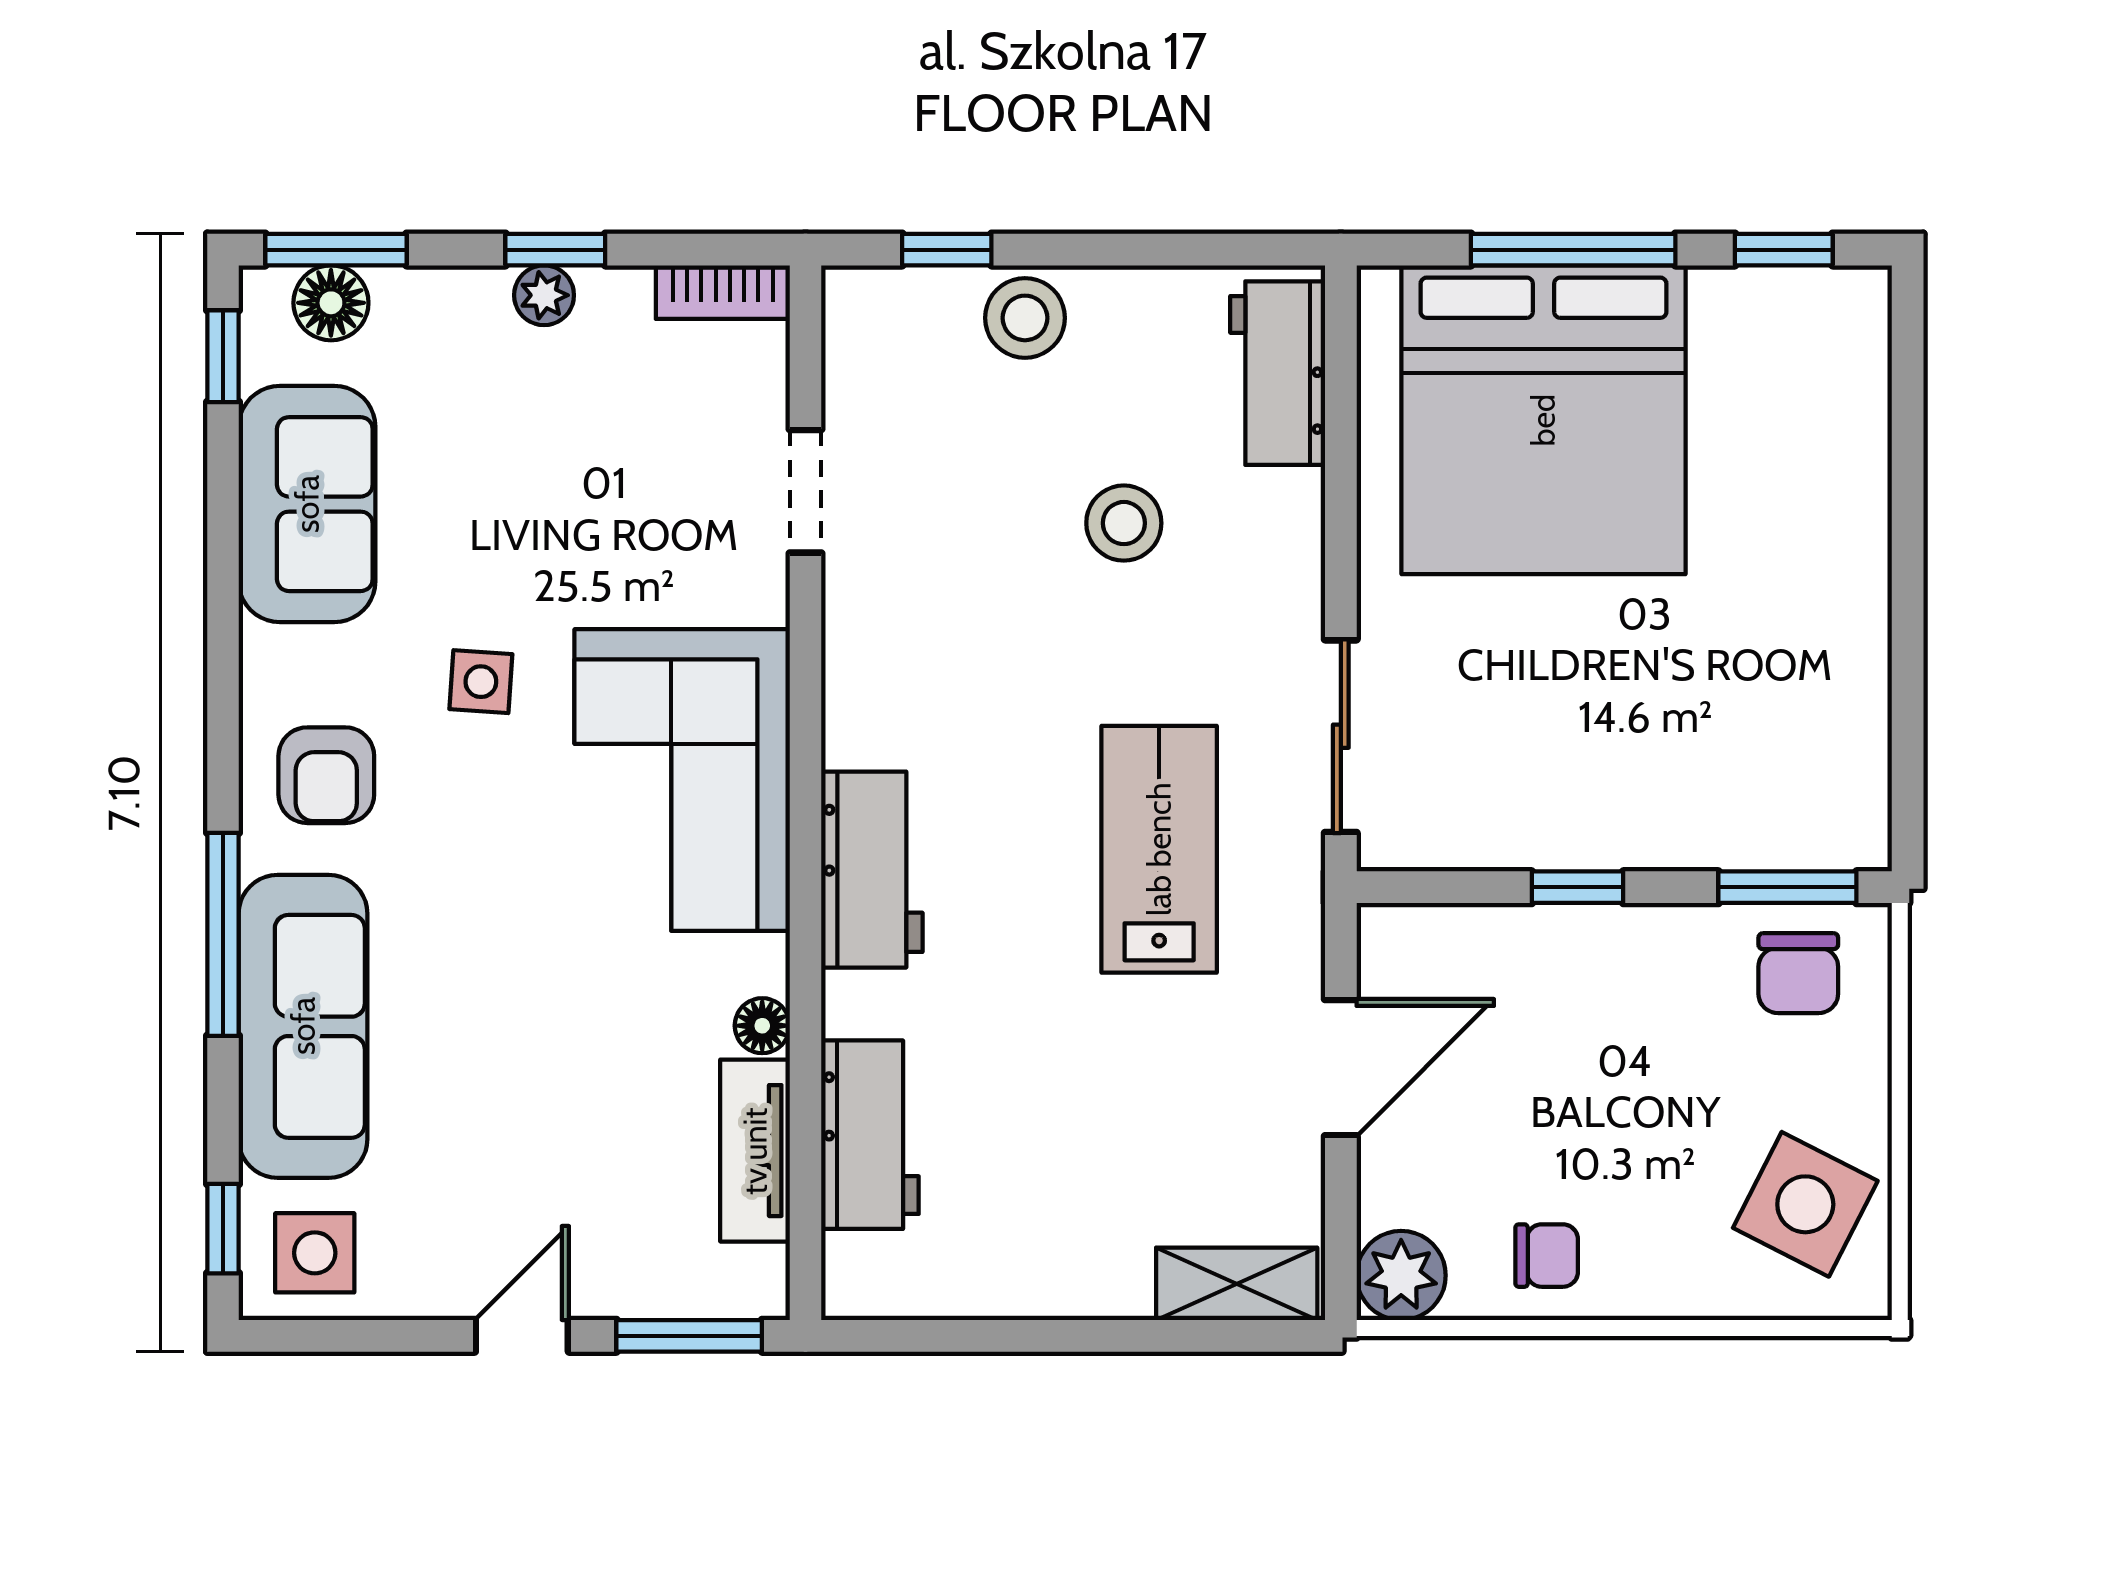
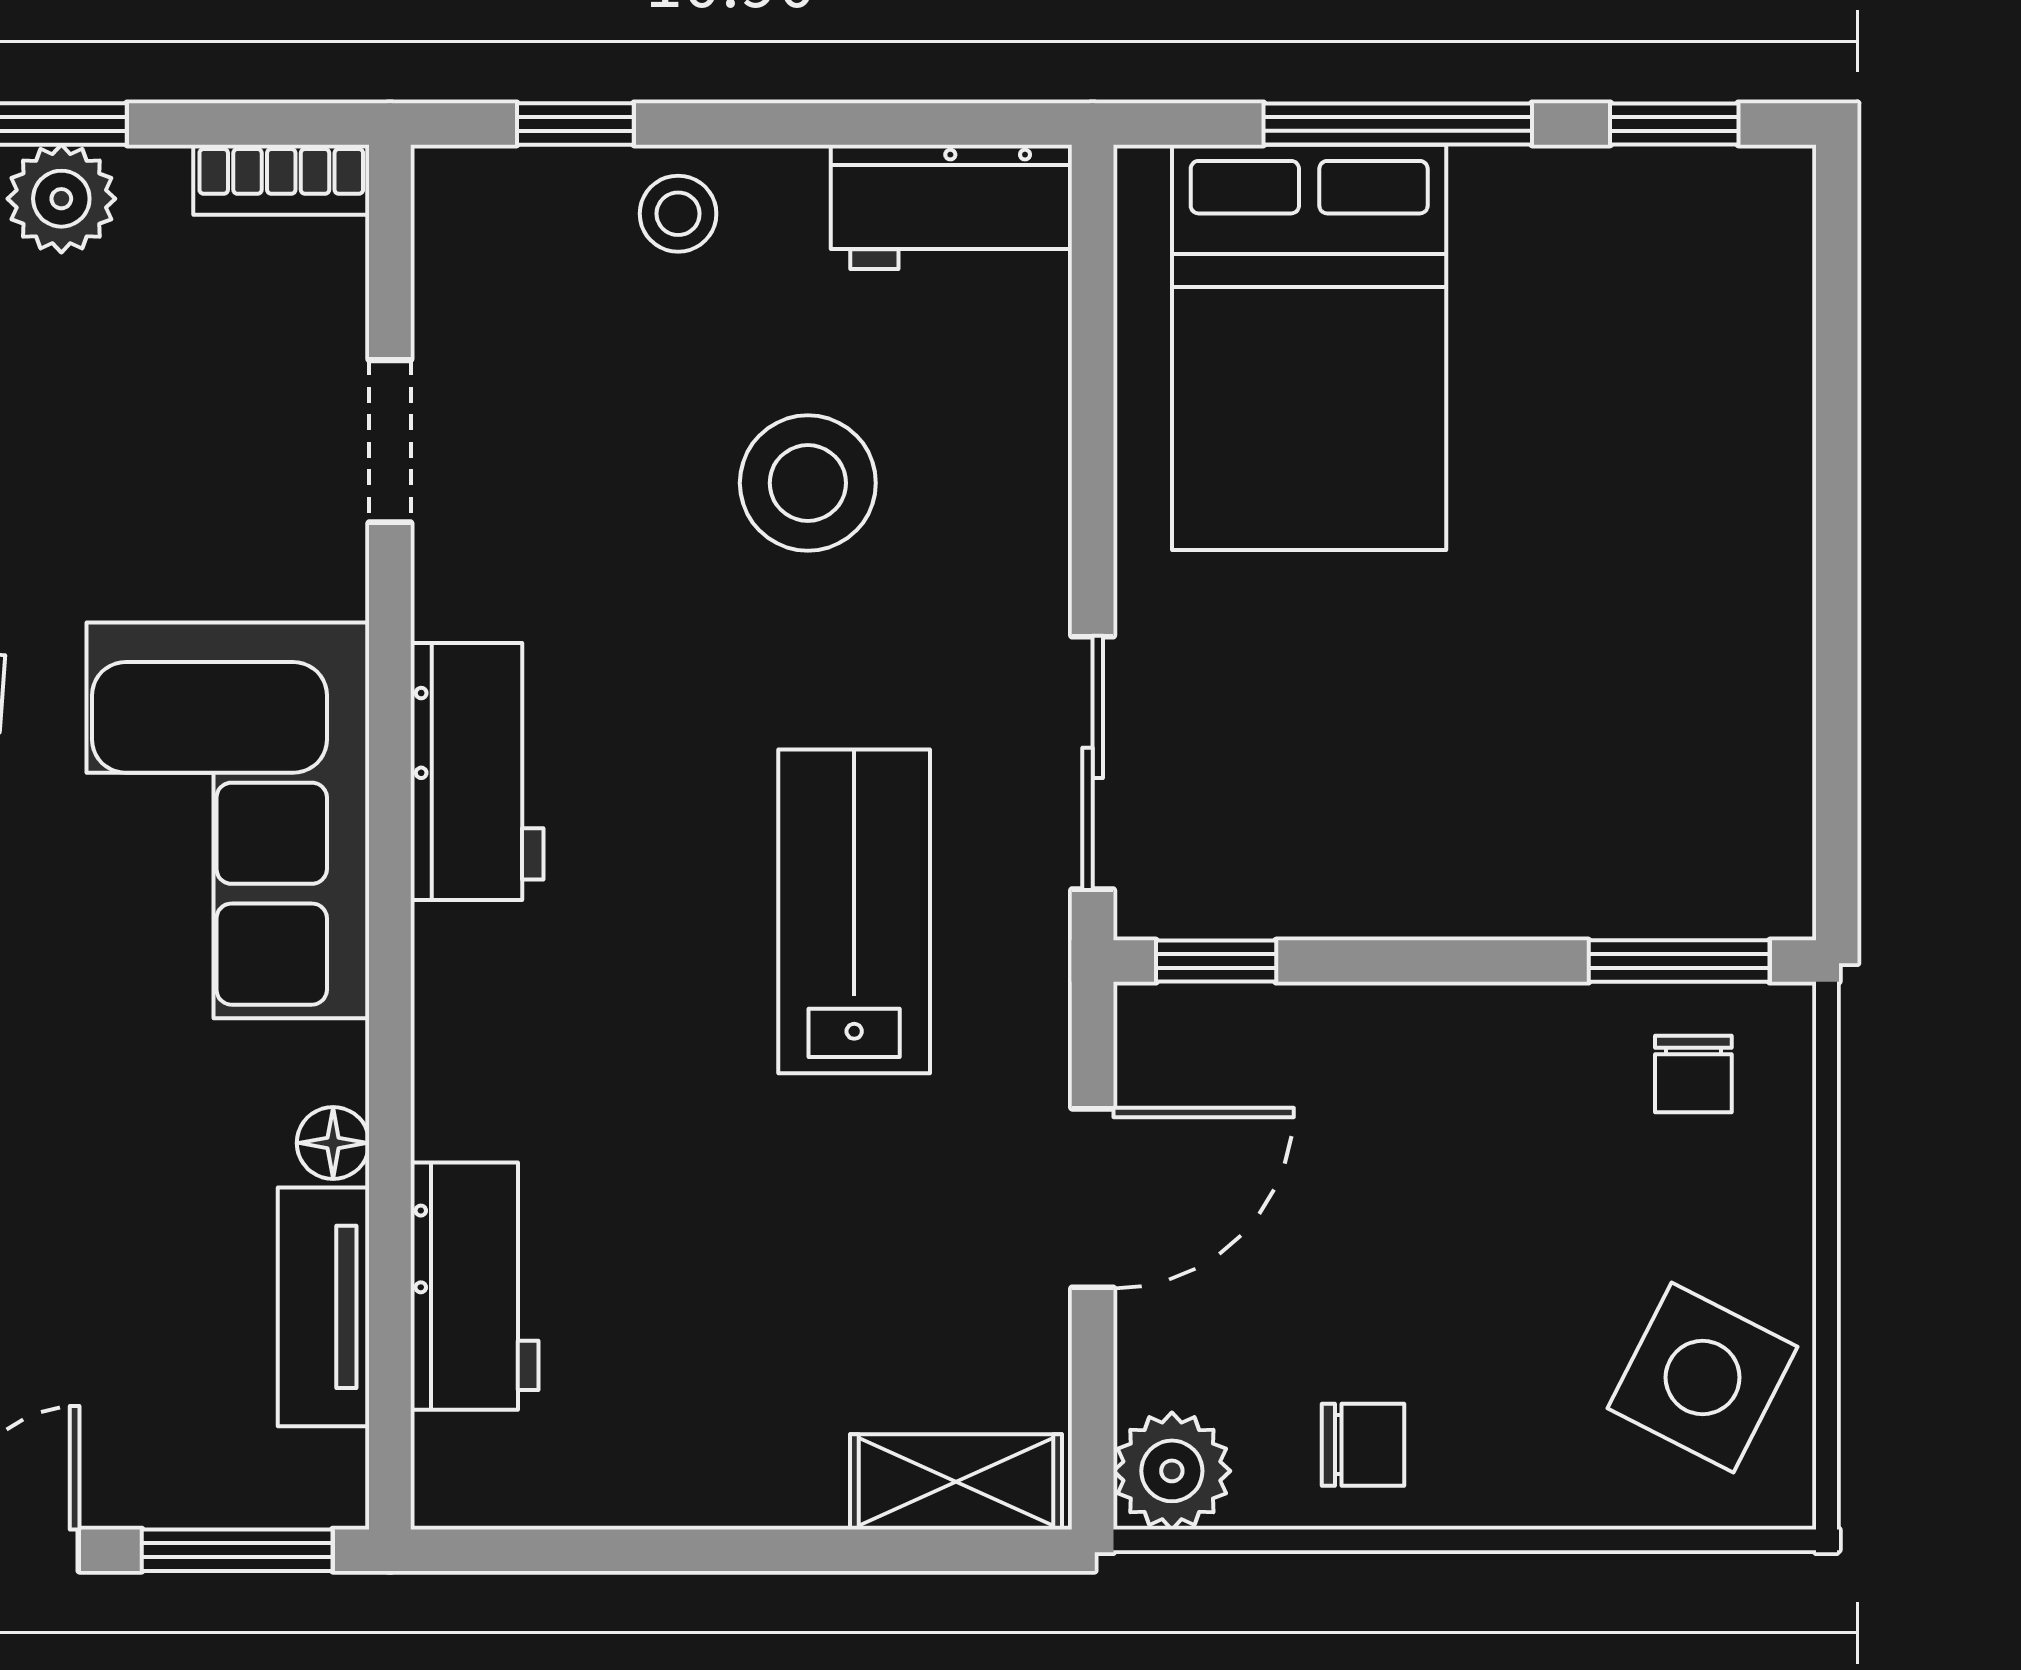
plant: (544, 295) -> (61, 199), width x1.38, depth x1.38
stool: (1025, 318) -> (678, 214), width x0.73, depth x0.73
workbench: (1278, 373) -> (951, 207), moved, turned -90
bed: (1543, 420) -> (1309, 347), width x0.73
stool: (1124, 523) -> (808, 483), width x1.38, depth x1.38
workbench: (872, 870) -> (477, 772), moved
window: (1577, 887) -> (1216, 961), moved
chair: (1798, 973) -> (1693, 1074), width x0.73, depth x0.73

